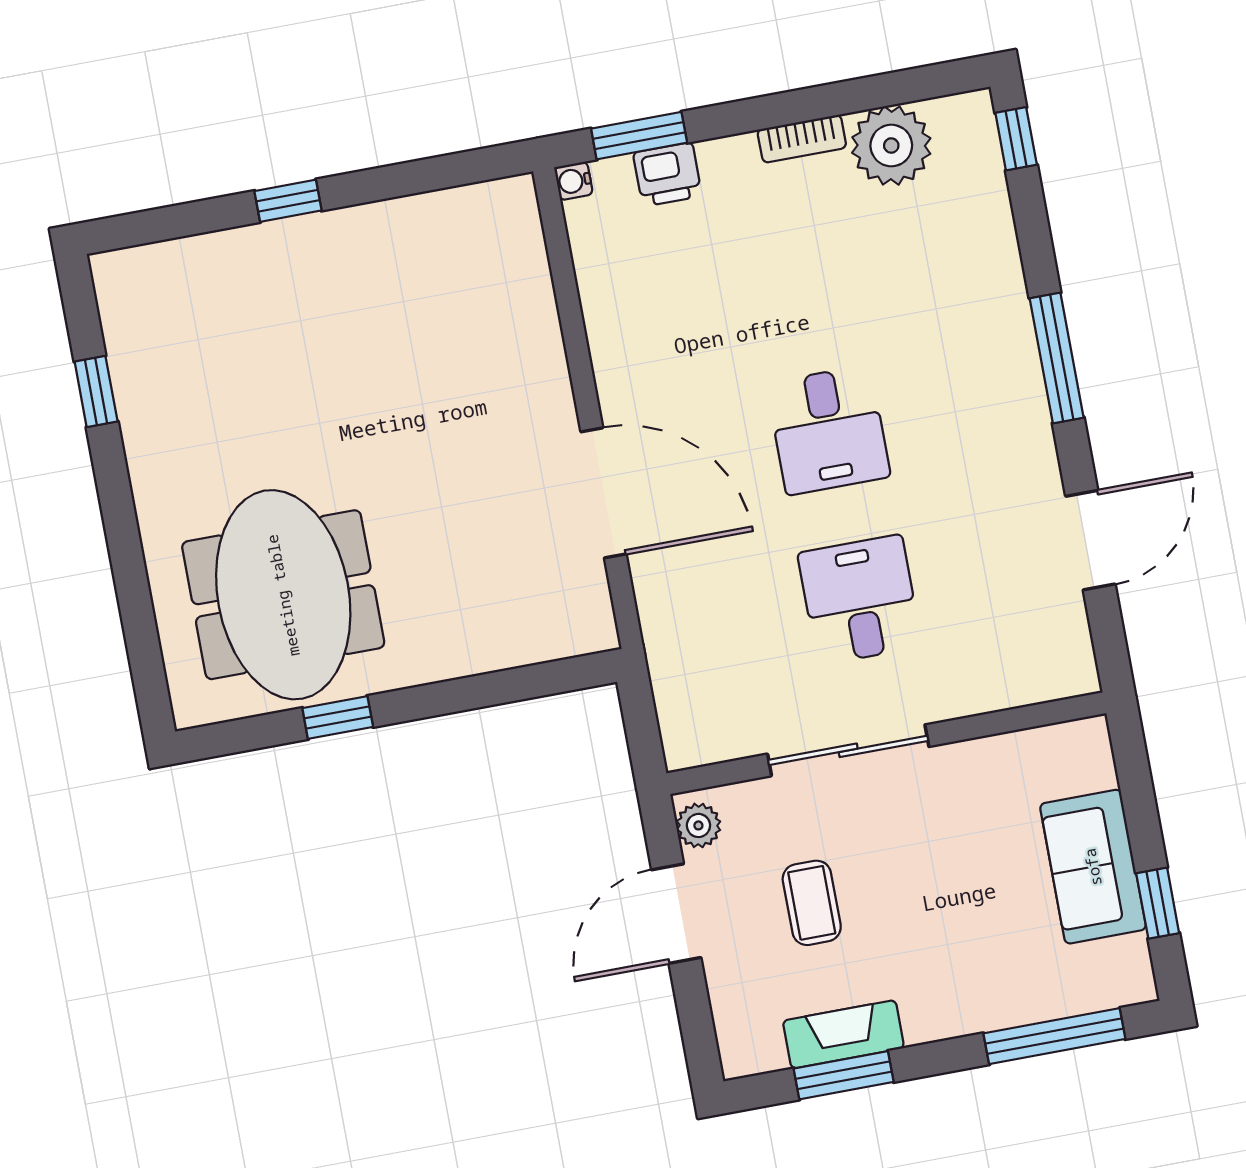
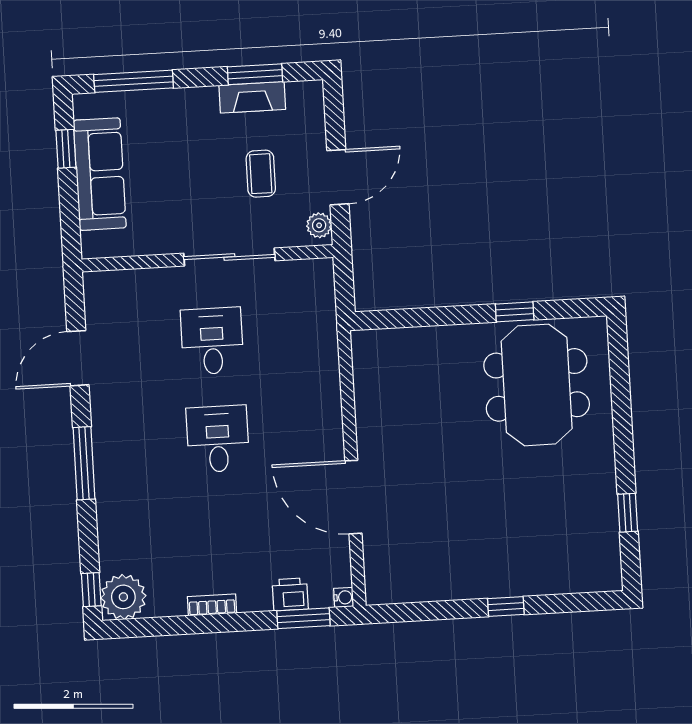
plant: (891, 146) -> (123, 597), moved
door: (604, 493) -> (353, 497), moved
desk: (860, 600) -> (212, 341), turned 180
sofa: (1093, 867) -> (100, 174), width x1.36

